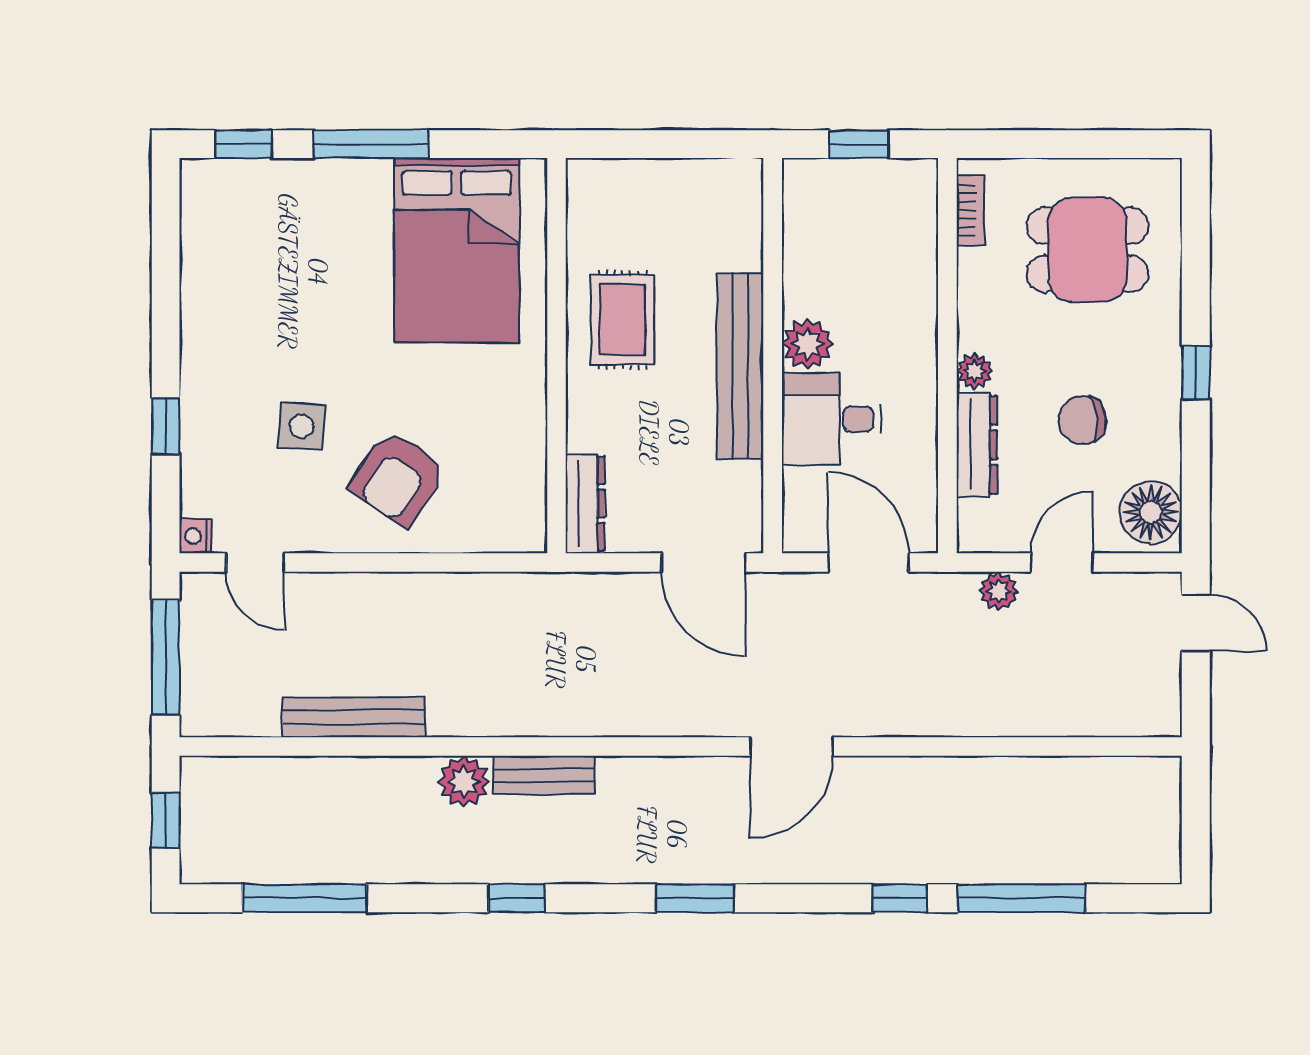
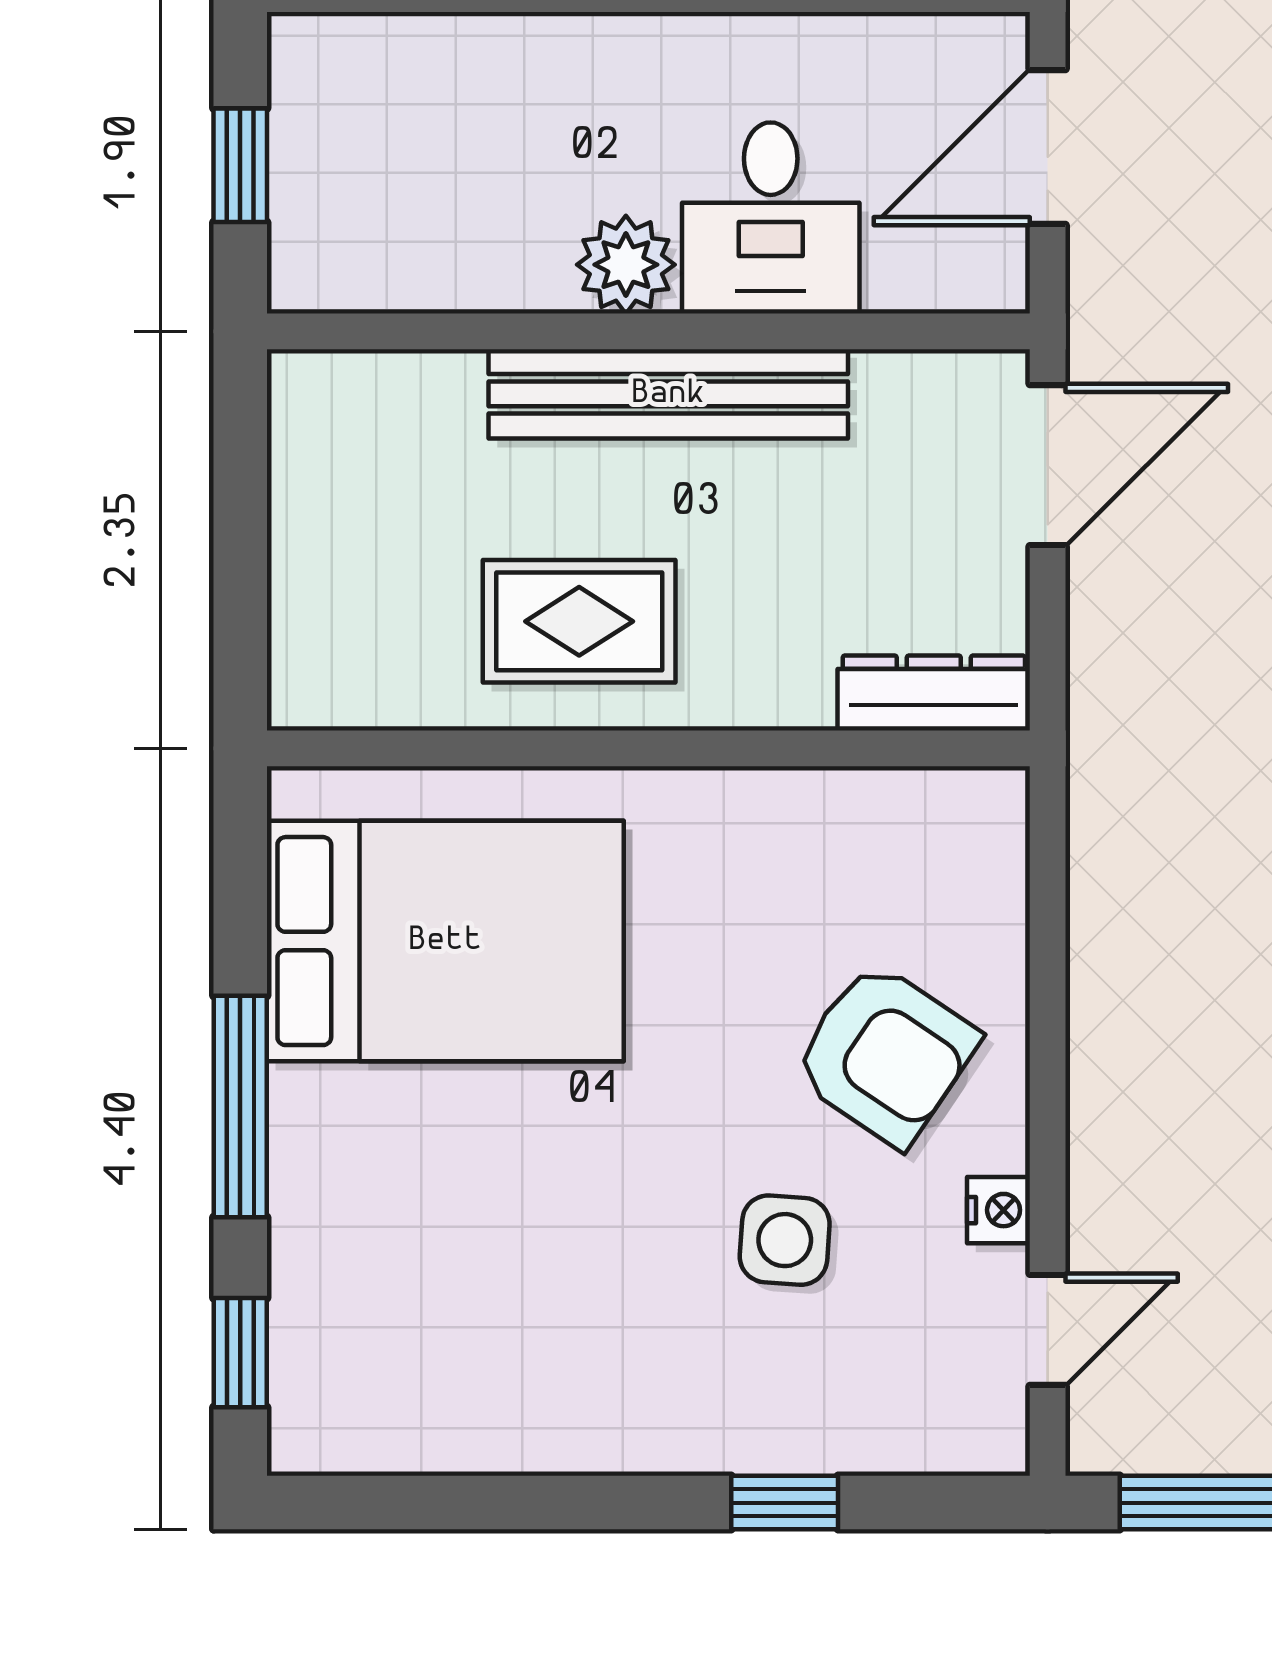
nightstand: (196, 536) -> (999, 1210), moved, turned -90

